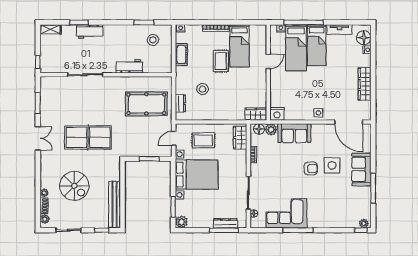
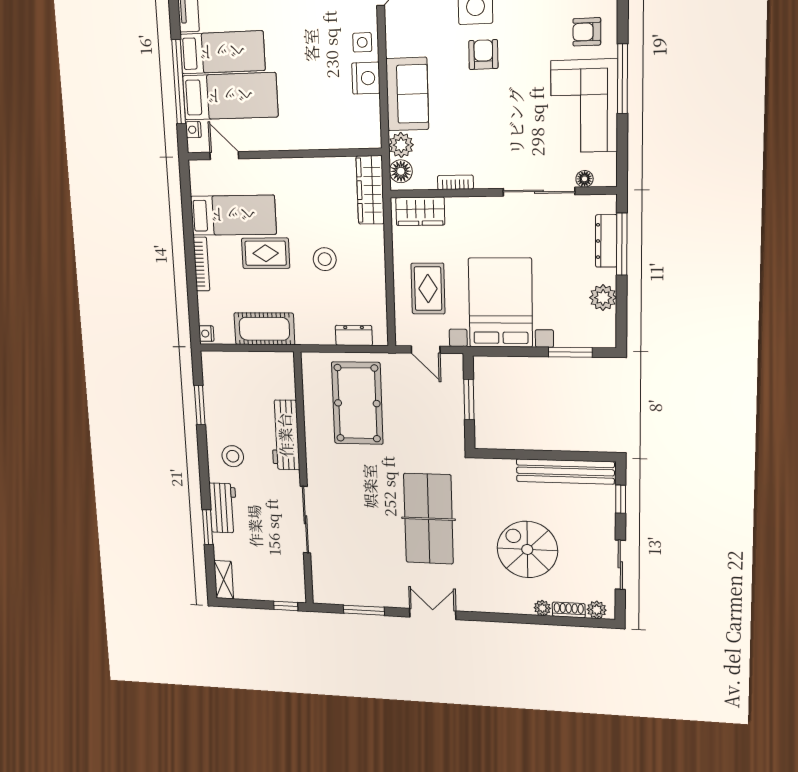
stool: (153, 40) -> (233, 456), moved
cot: (181, 54) -> (264, 329), width x1.37, depth x1.34
door: (268, 61) -> (224, 156), moved
workbench: (129, 66) -> (285, 435), width x1.38
stool: (203, 89) -> (325, 259), moved
wardrobe: (256, 114) -> (370, 190), width x1.50
nightstand: (277, 114) -> (366, 78), moved
spiral stairs: (74, 186) -> (527, 549), turned -90
armchair: (319, 215) -> (587, 32), added
plant: (181, 222) -> (603, 298), moved

